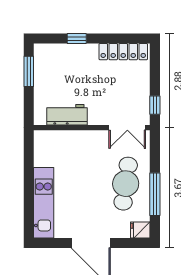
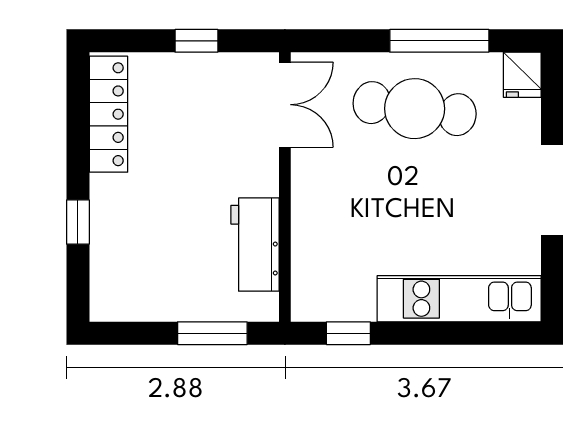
window: (29, 71) -> (212, 333), moved
window: (155, 105) -> (196, 41), moved
window: (29, 155) -> (348, 333), added

